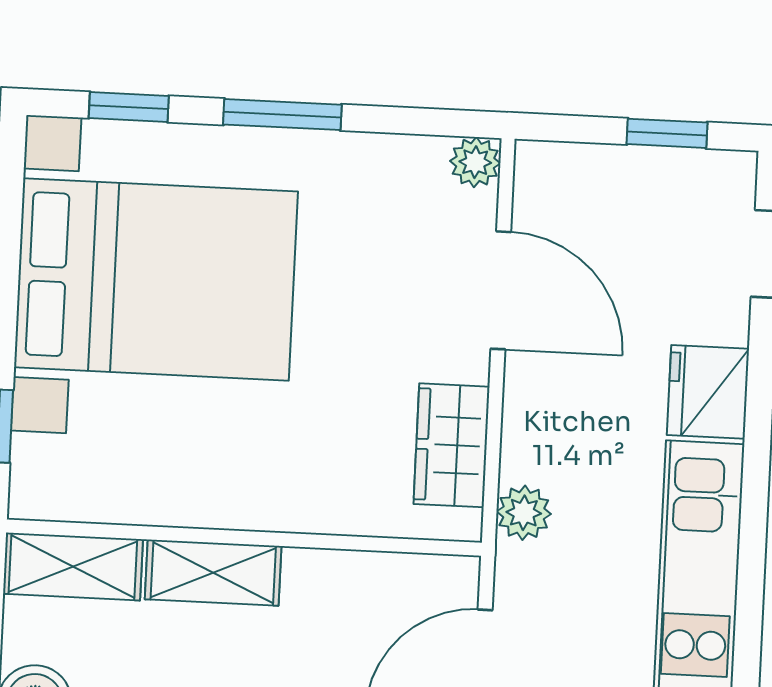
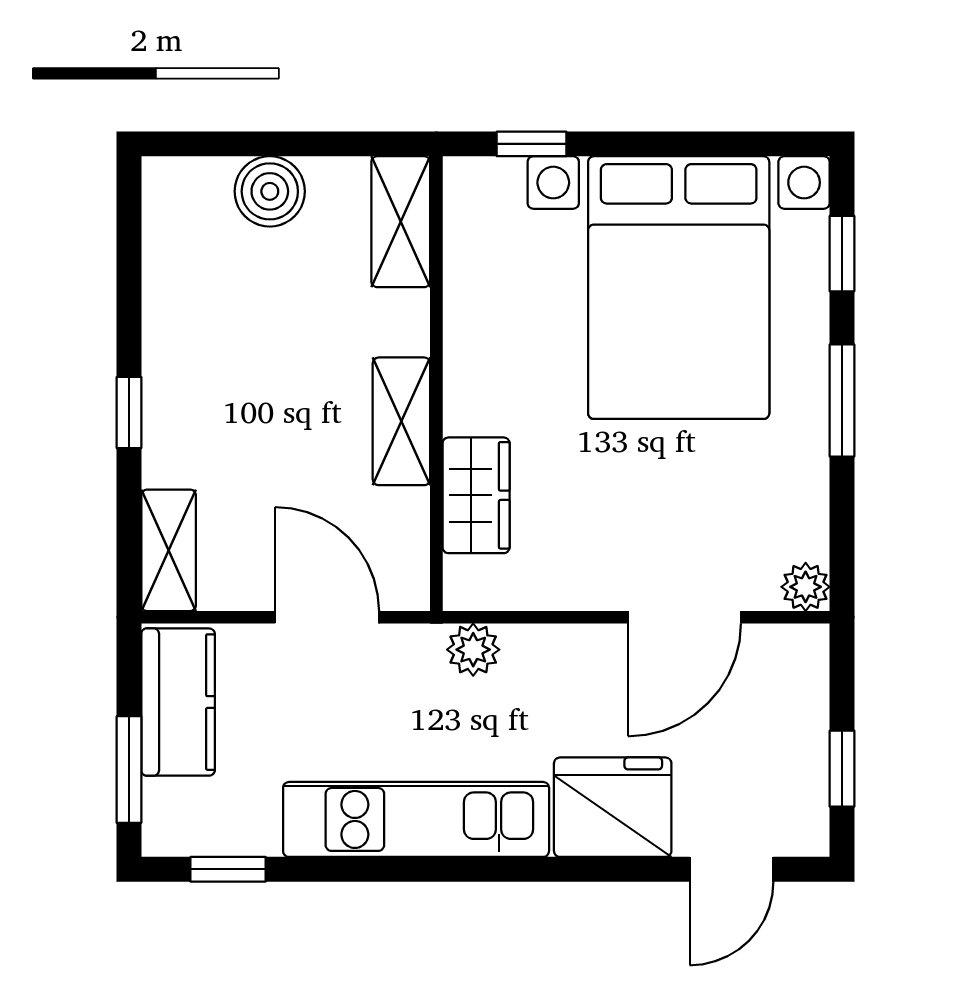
fridge: (708, 392) -> (613, 807), width x1.36, depth x1.34
wardrobe: (452, 445) -> (476, 495), moved, turned 90
shelving: (213, 573) -> (401, 421), moved

